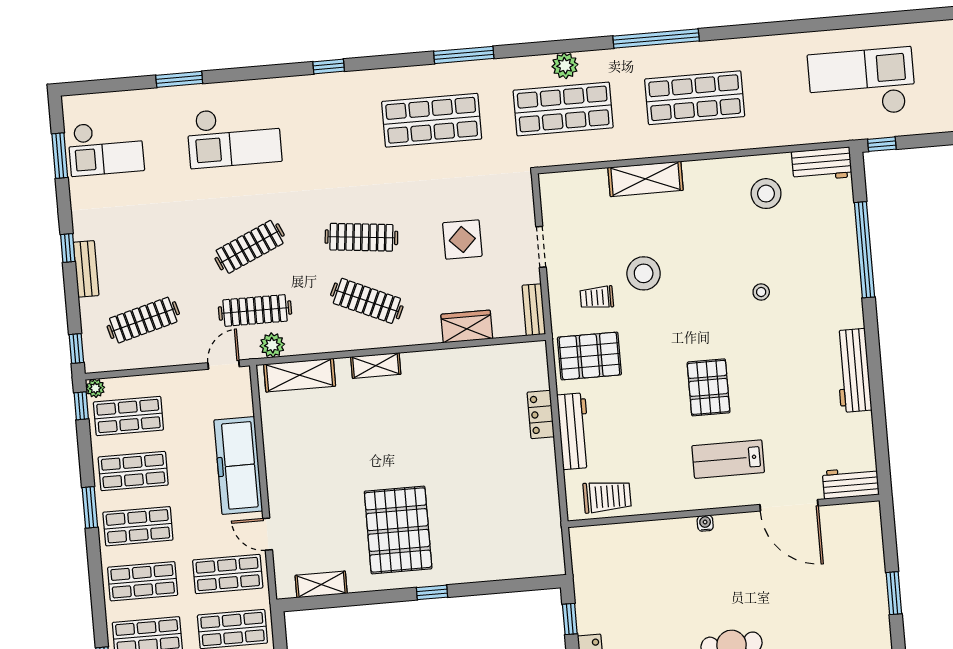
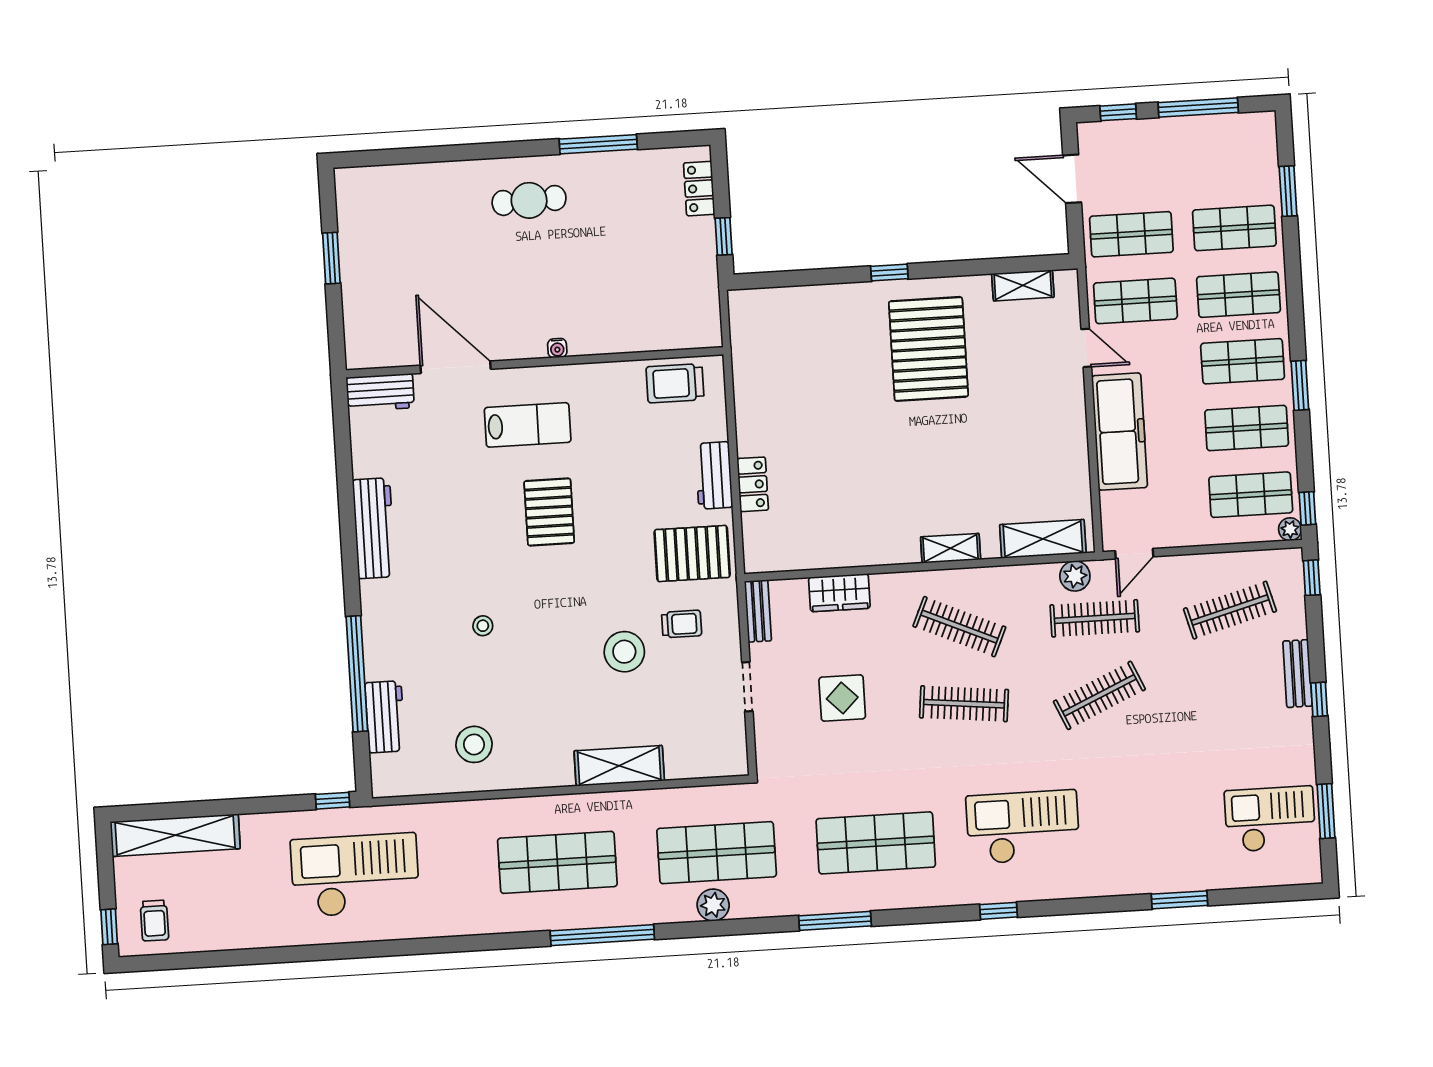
checkout: (862, 83) -> (355, 875), turned 180
checkout: (234, 137) -> (1023, 827), moved
workbench: (822, 164) -> (385, 717), moved, turned 90
workbench: (574, 431) -> (714, 475), width x0.73

